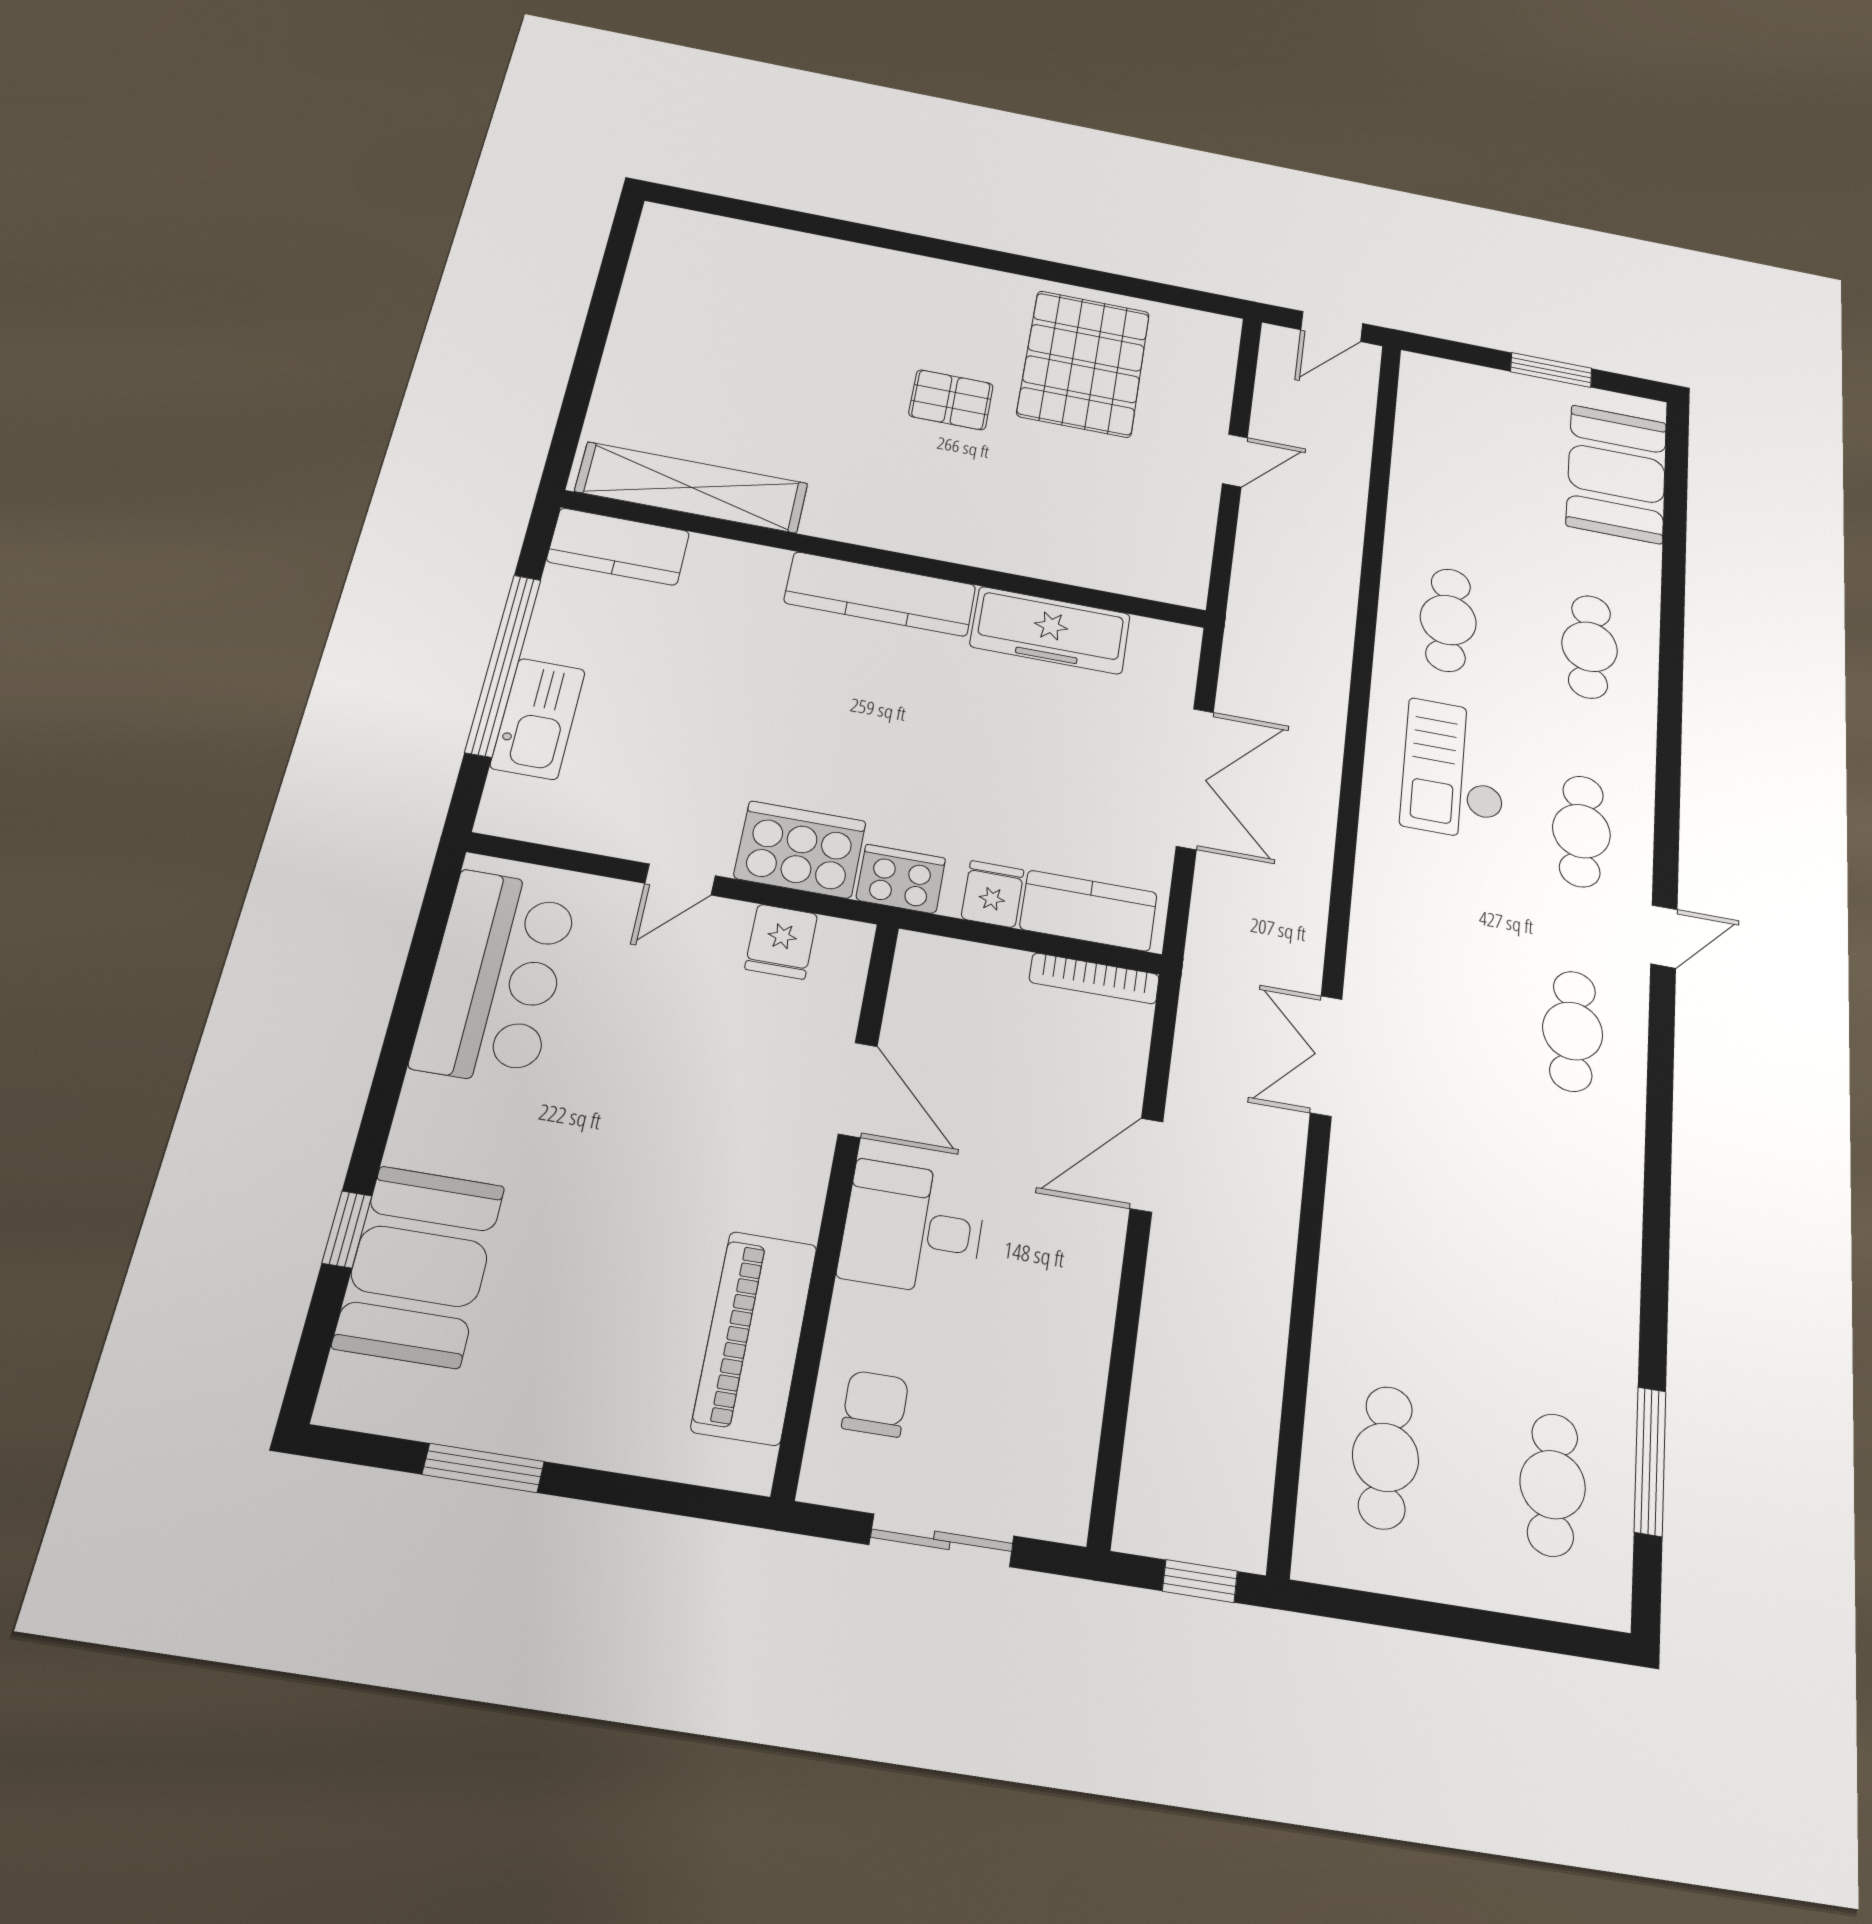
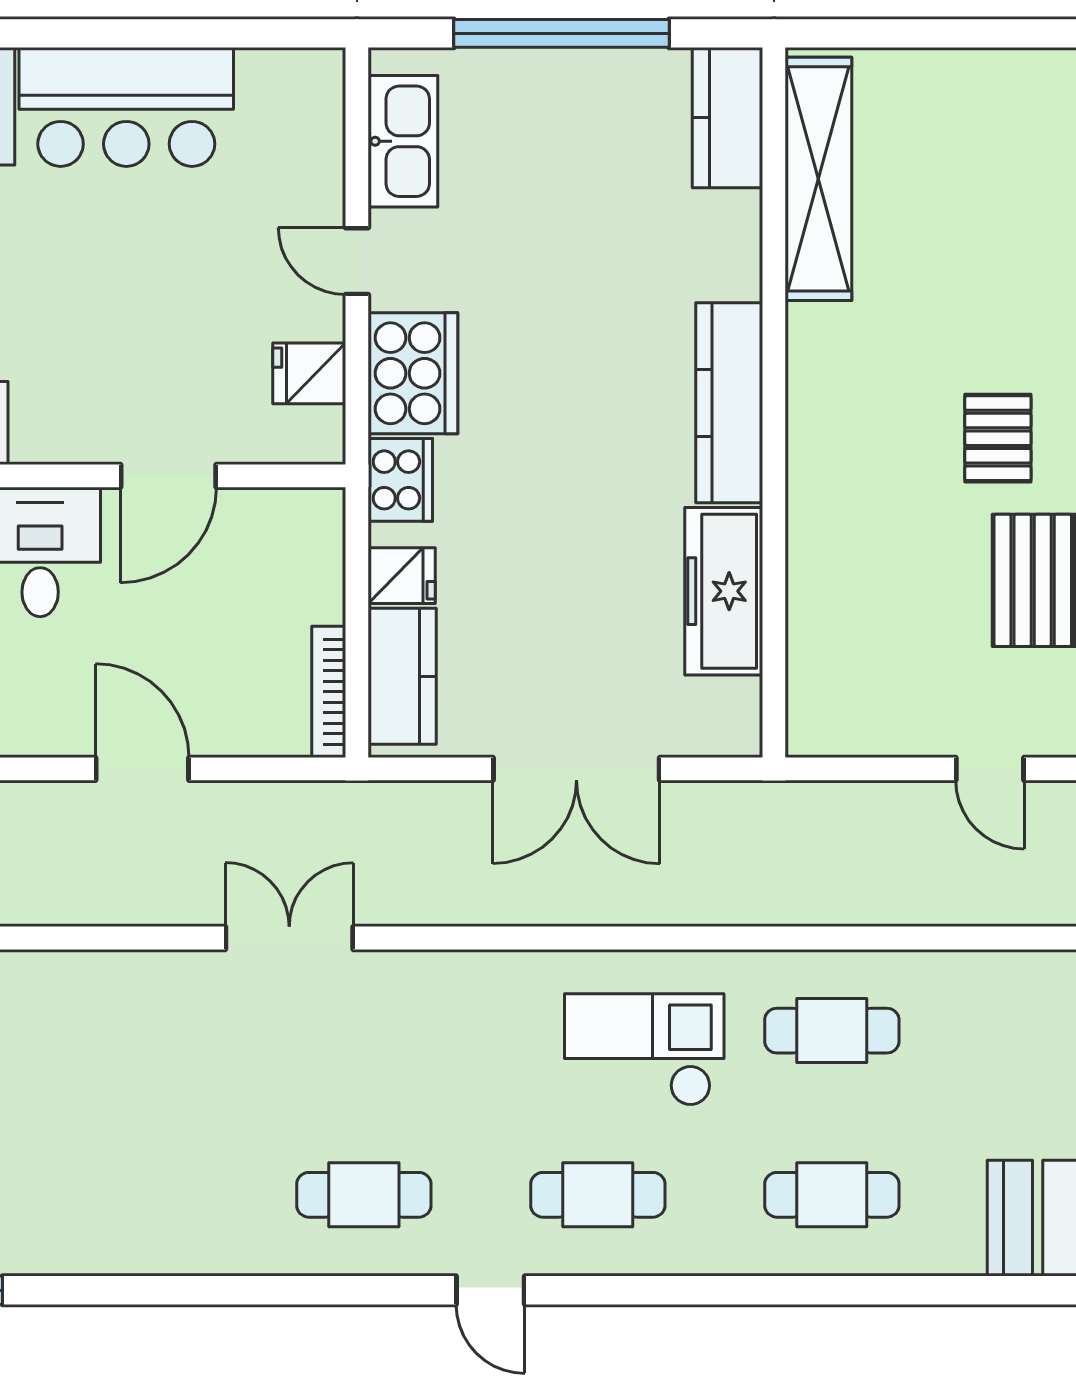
kitchen sink: (538, 719) -> (403, 141), moved, turned -90
bar counter: (495, 977) -> (126, 107), moved

